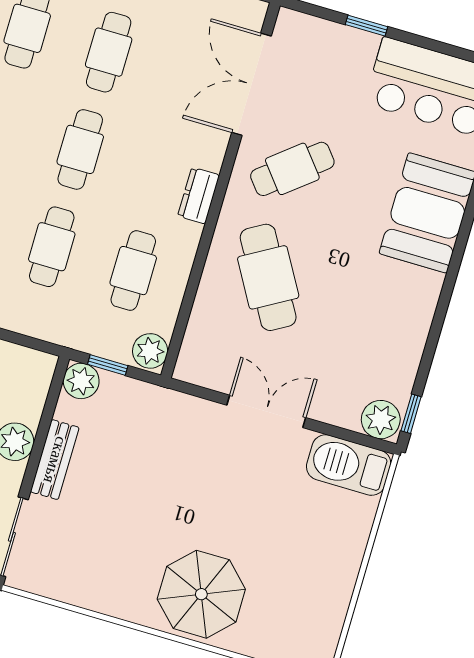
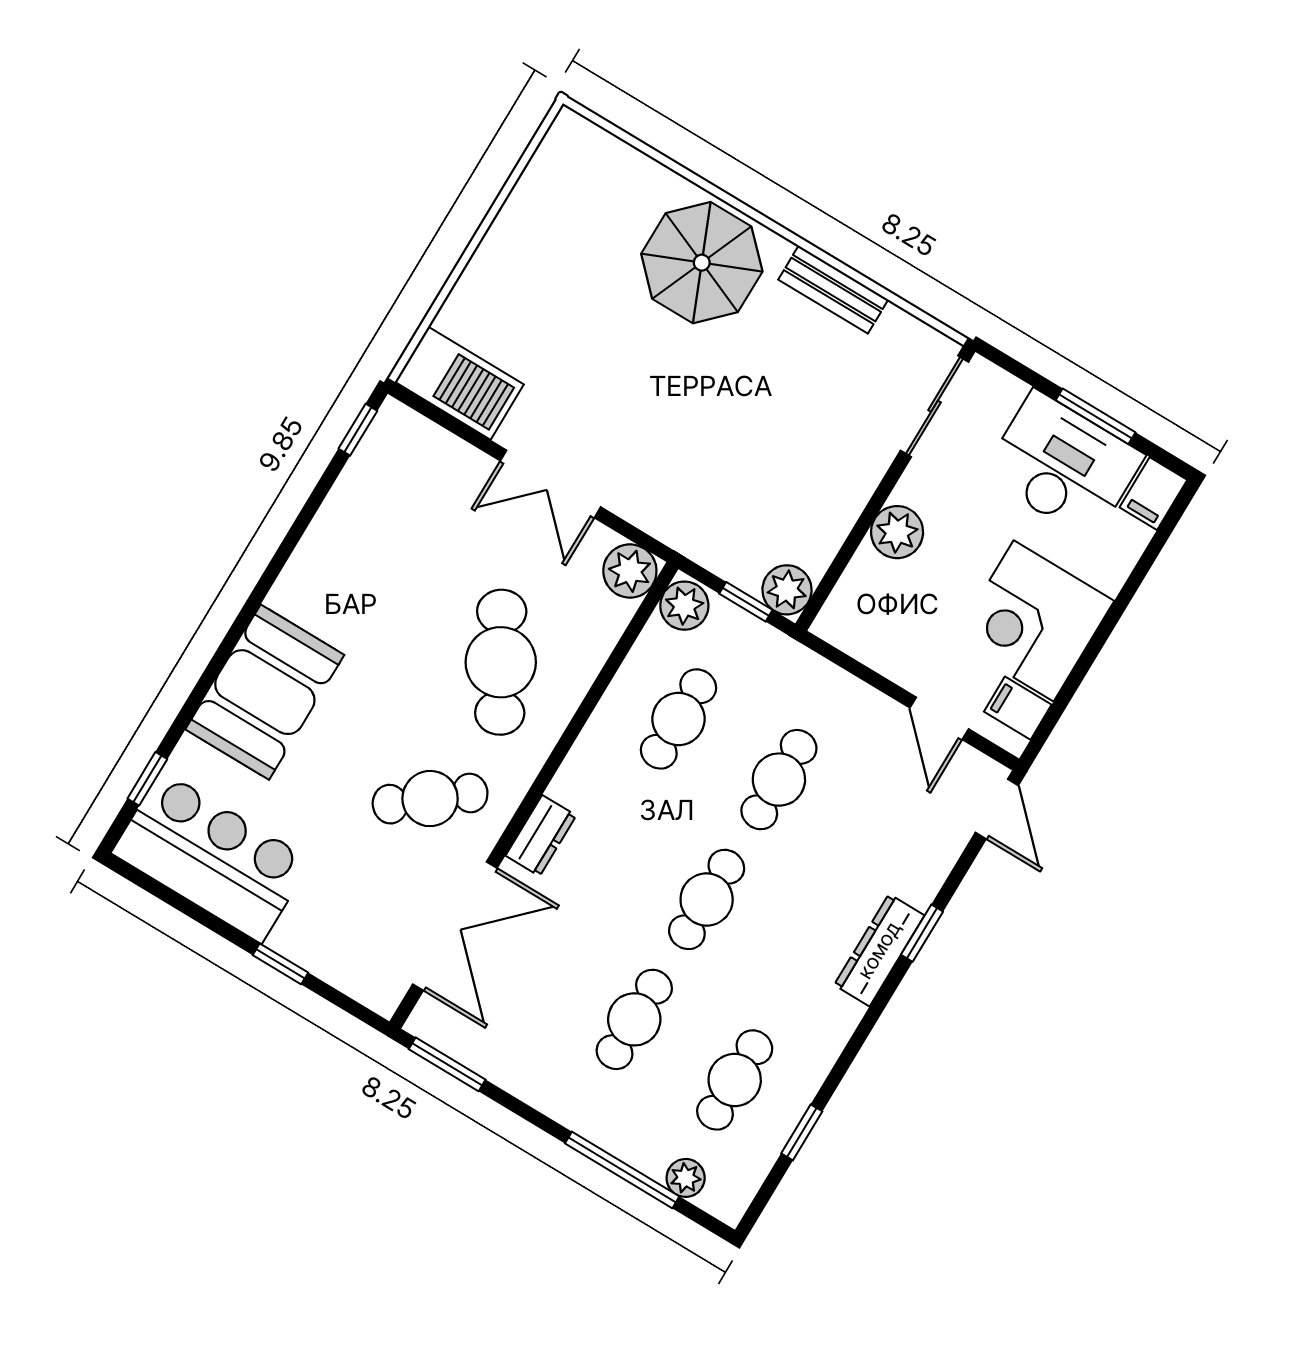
dresser: (199, 196) -> (541, 836), moved
plant: (381, 420) -> (630, 571), moved
bench: (55, 460) -> (833, 290), moved, turned 90

